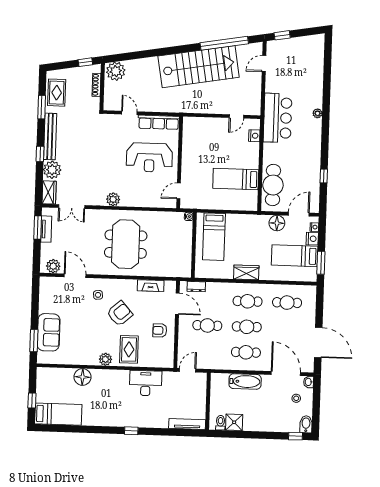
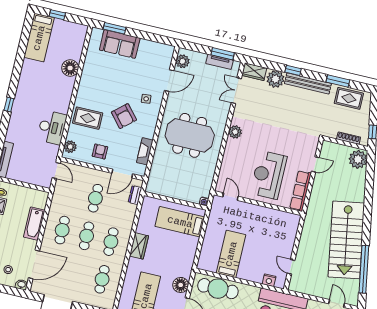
plant: (105, 359) -> (70, 147), moved

